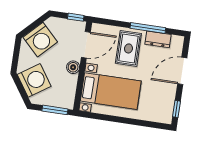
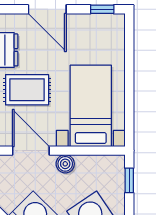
window: (55, 110) -> (129, 180), width x0.67

